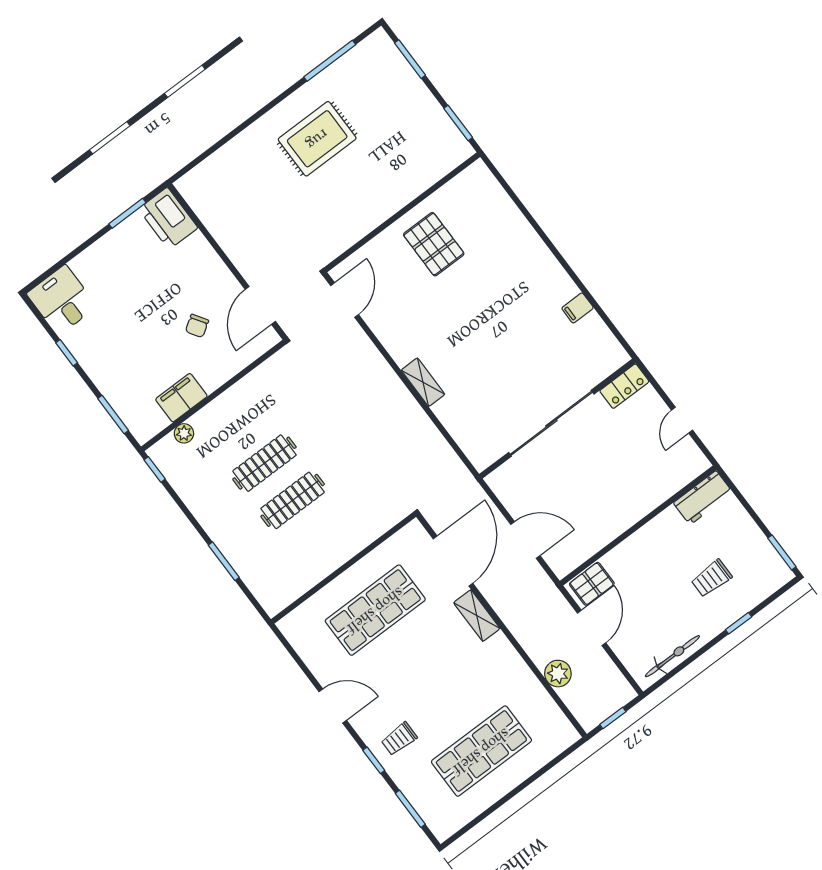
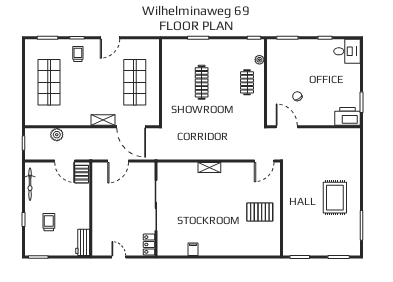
door: (345, 300) -> (264, 161), hinge flipped
filing cabinet: (181, 398) -> (274, 69), removed
clothes rail: (264, 463) -> (247, 82), moved, width x0.73

